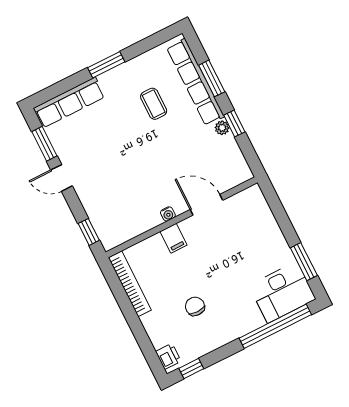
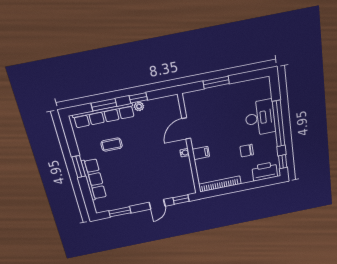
row of seats: (69, 102) -> (94, 179), moved
door: (62, 178) -> (157, 204), moved
window: (304, 262) -> (216, 82), moved
desk: (282, 292) -> (260, 118), moved
window: (275, 326) -> (279, 124), moved
printer: (168, 356) -> (265, 171), width x1.87, depth x1.48

